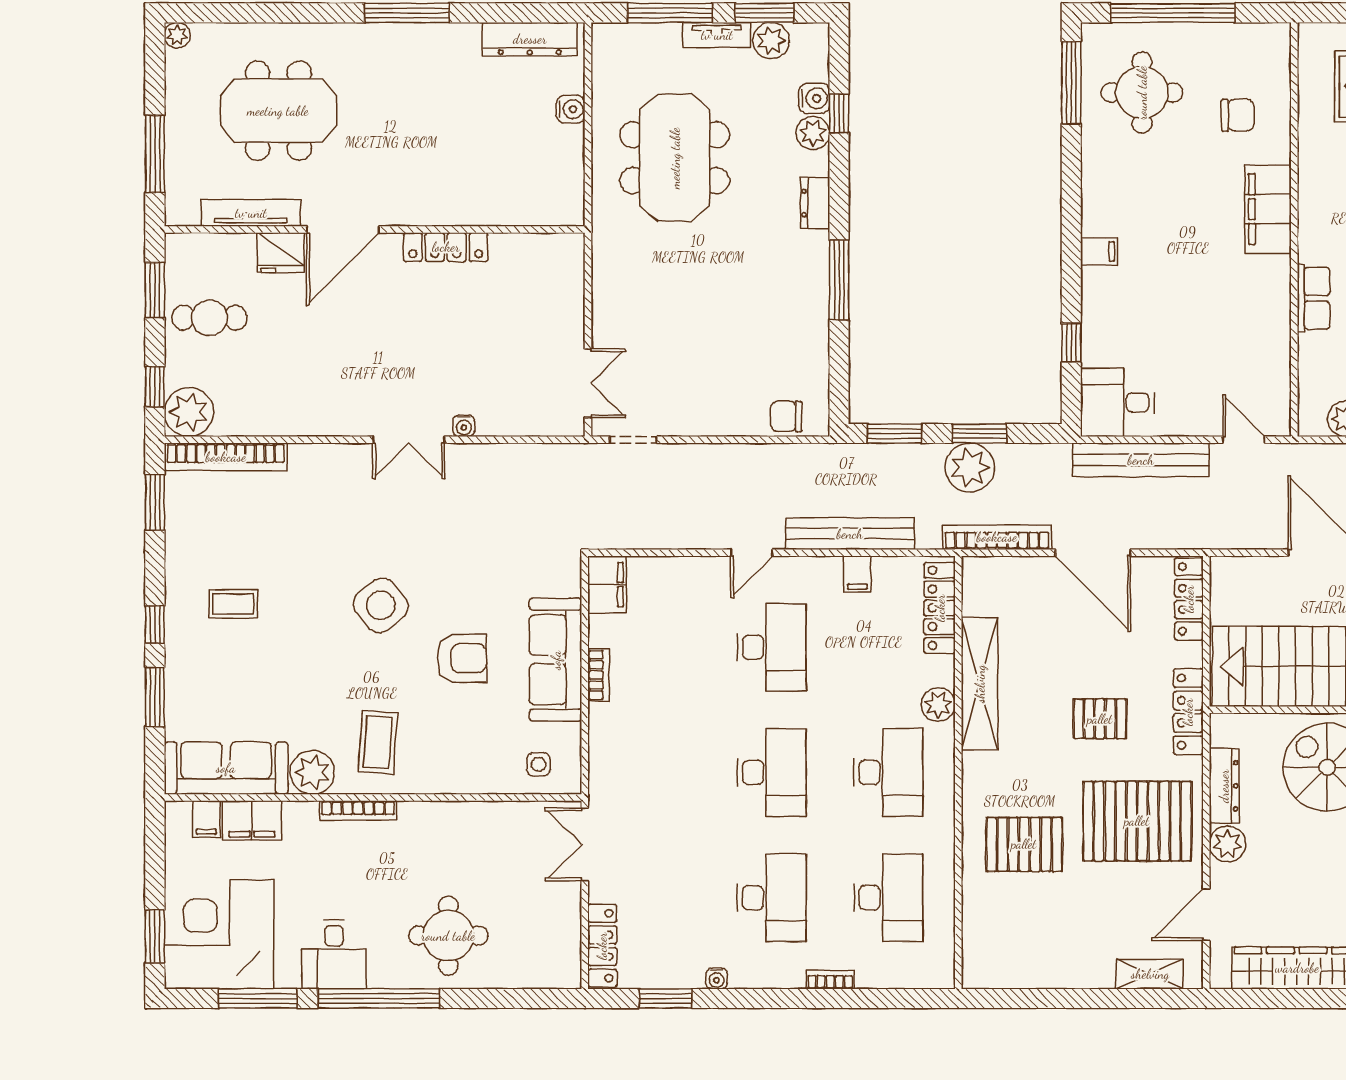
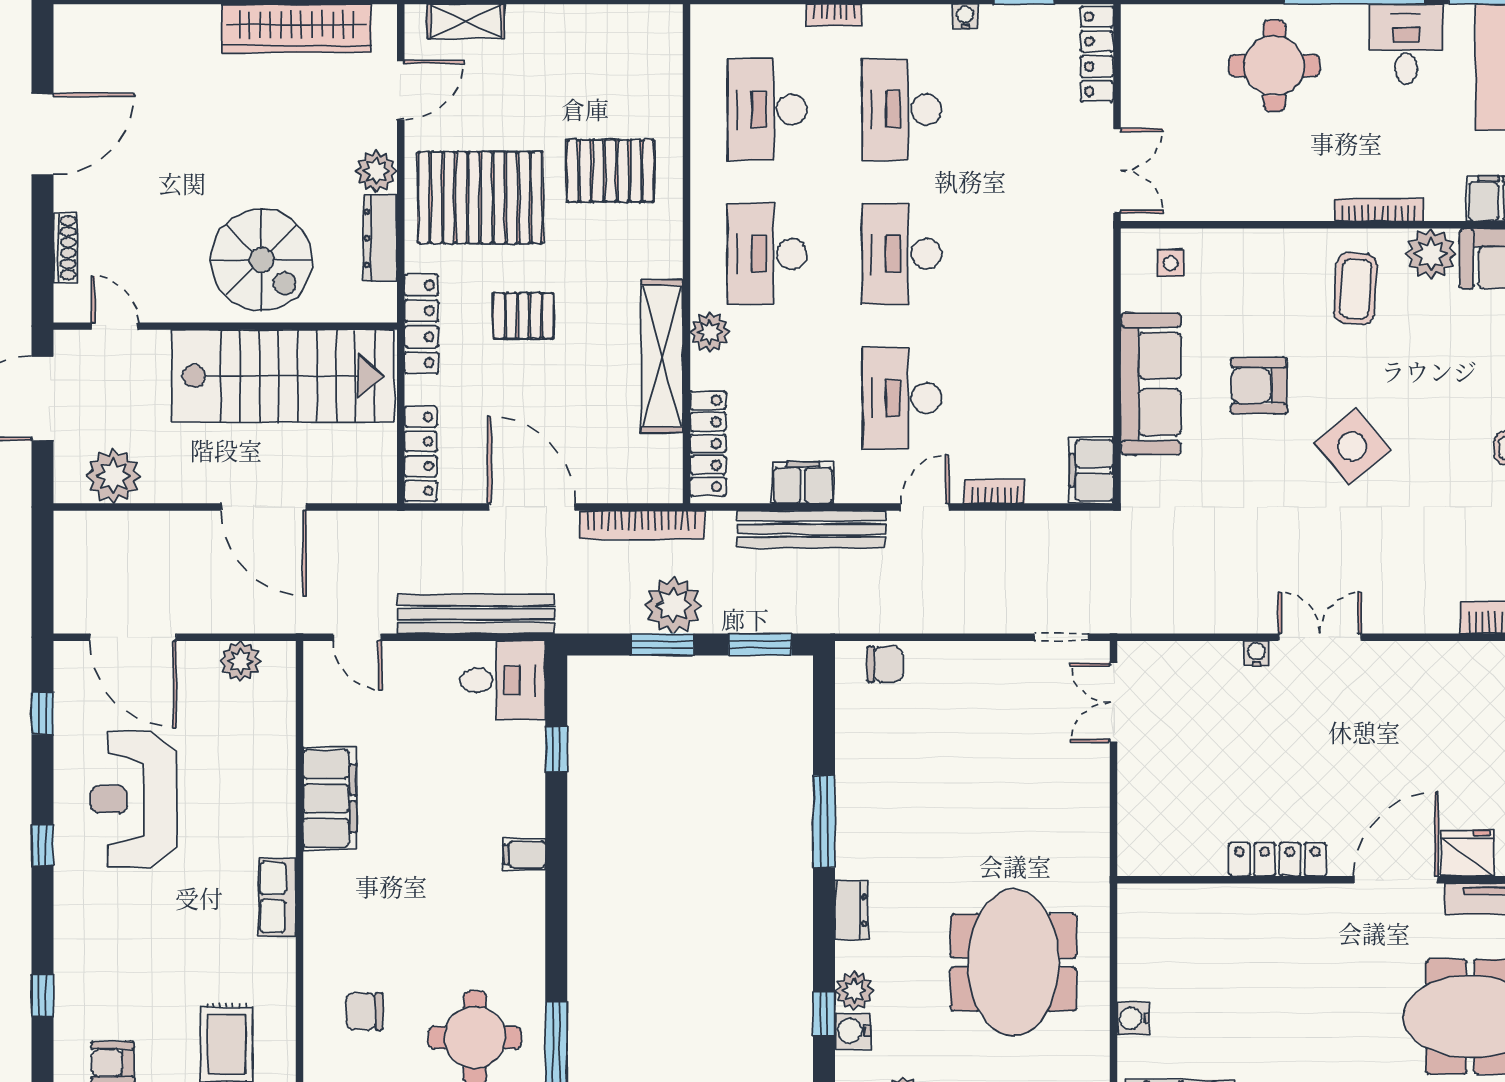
filing cabinet: (1268, 209) -> (330, 798), moved
row of seats: (1313, 298) -> (277, 897), moved
filing cabinet: (857, 574) -> (803, 483), width x2.00
bookcase: (599, 675) -> (994, 491), moved, turned 90

